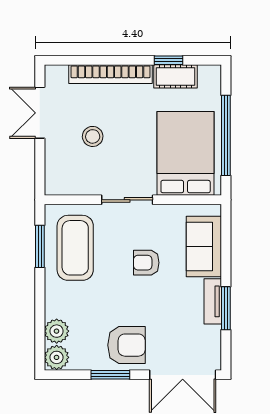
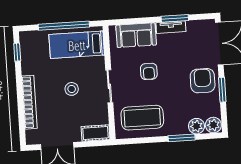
window: (168, 60) -> (17, 52), moved
cot: (175, 76) -> (96, 133), moved, turned 90
stool: (93, 136) -> (72, 89), moved
bed: (186, 153) -> (77, 45), width x0.67
window: (40, 246) -> (182, 138), moved

